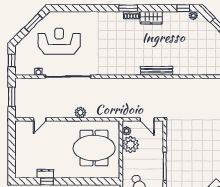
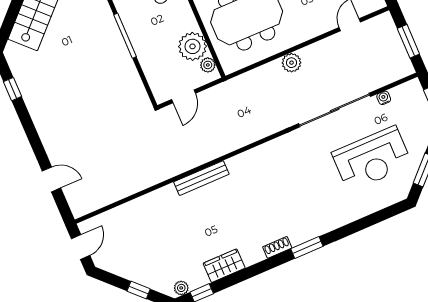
window: (128, 8) -> (307, 248), moved
wardrobe: (151, 18) -> (224, 266), moved
door: (147, 119) -> (183, 96), swing flipped

